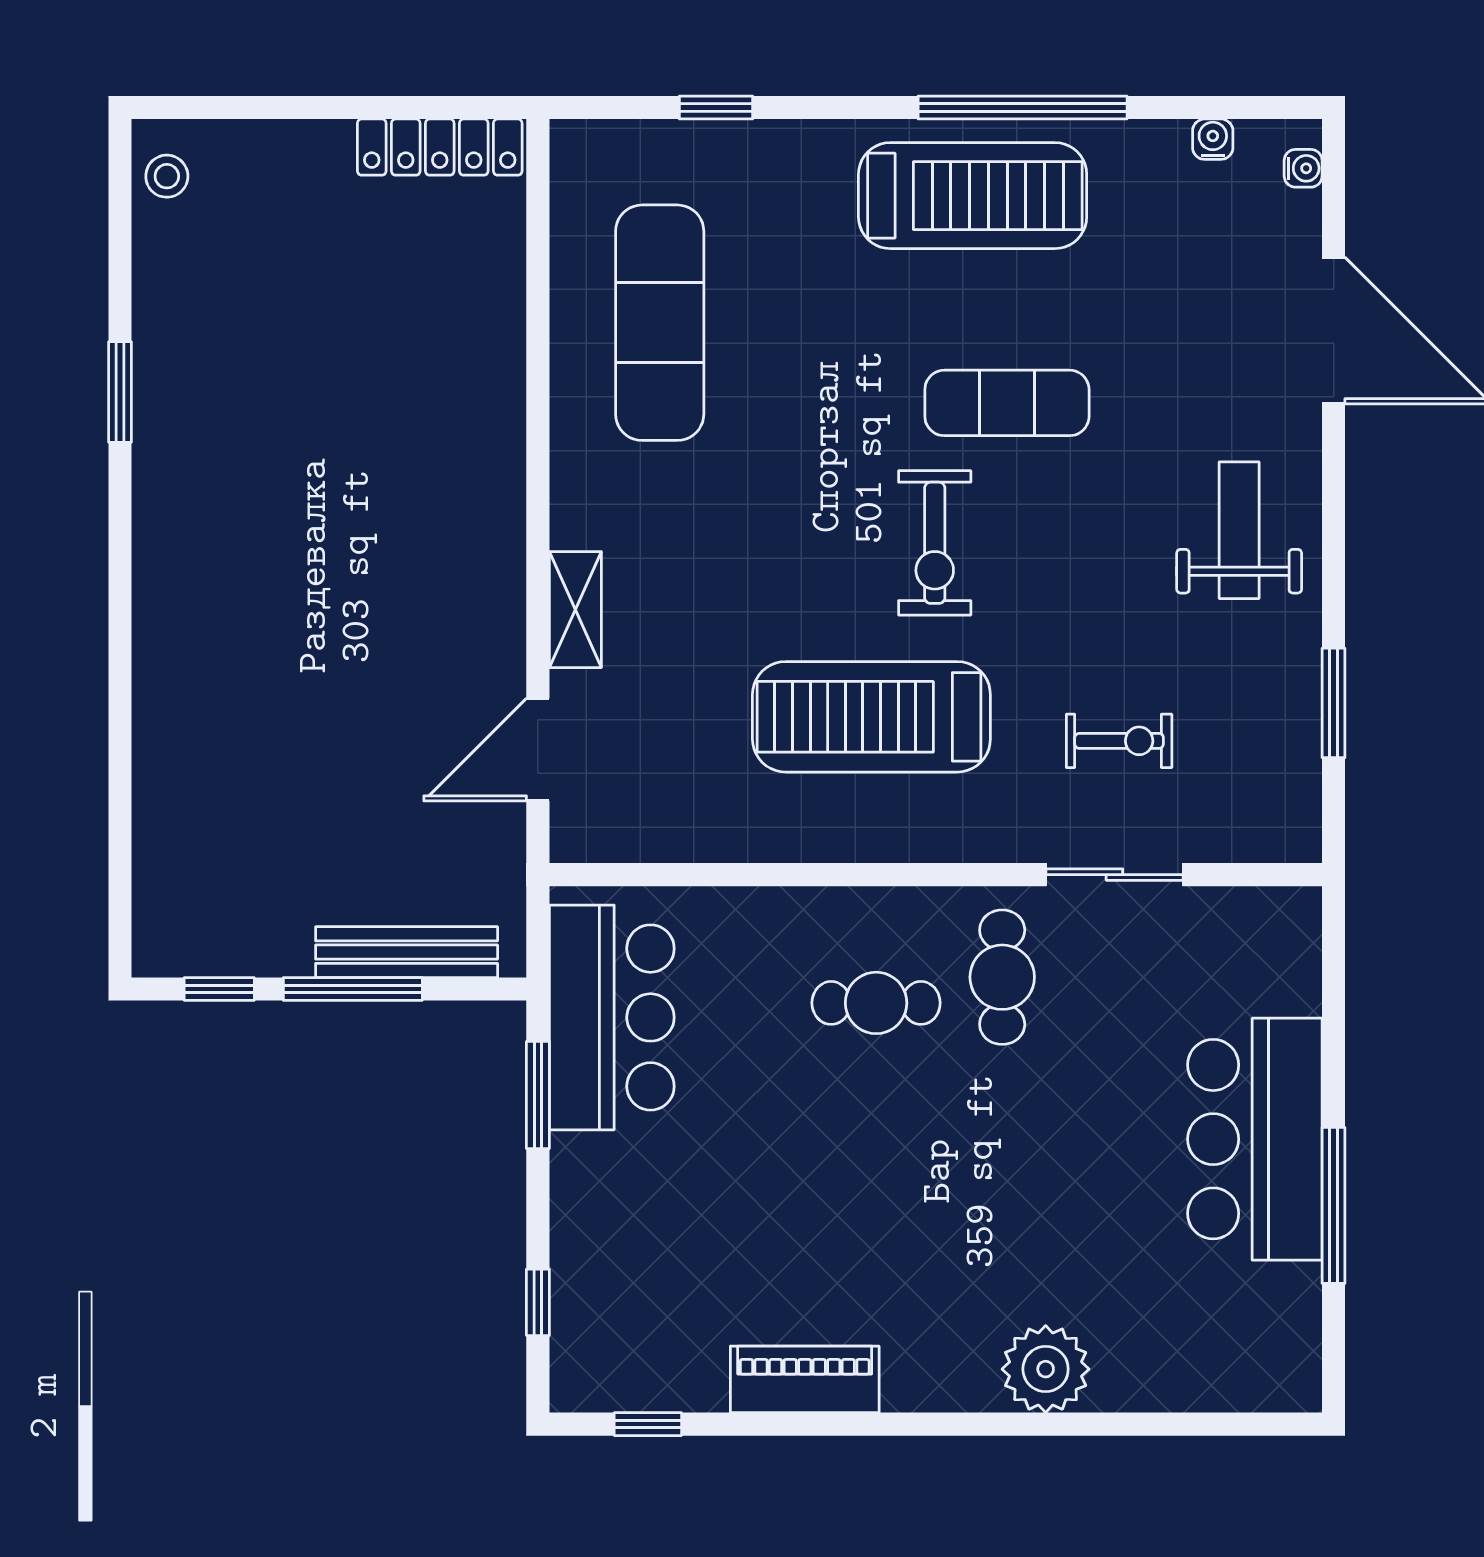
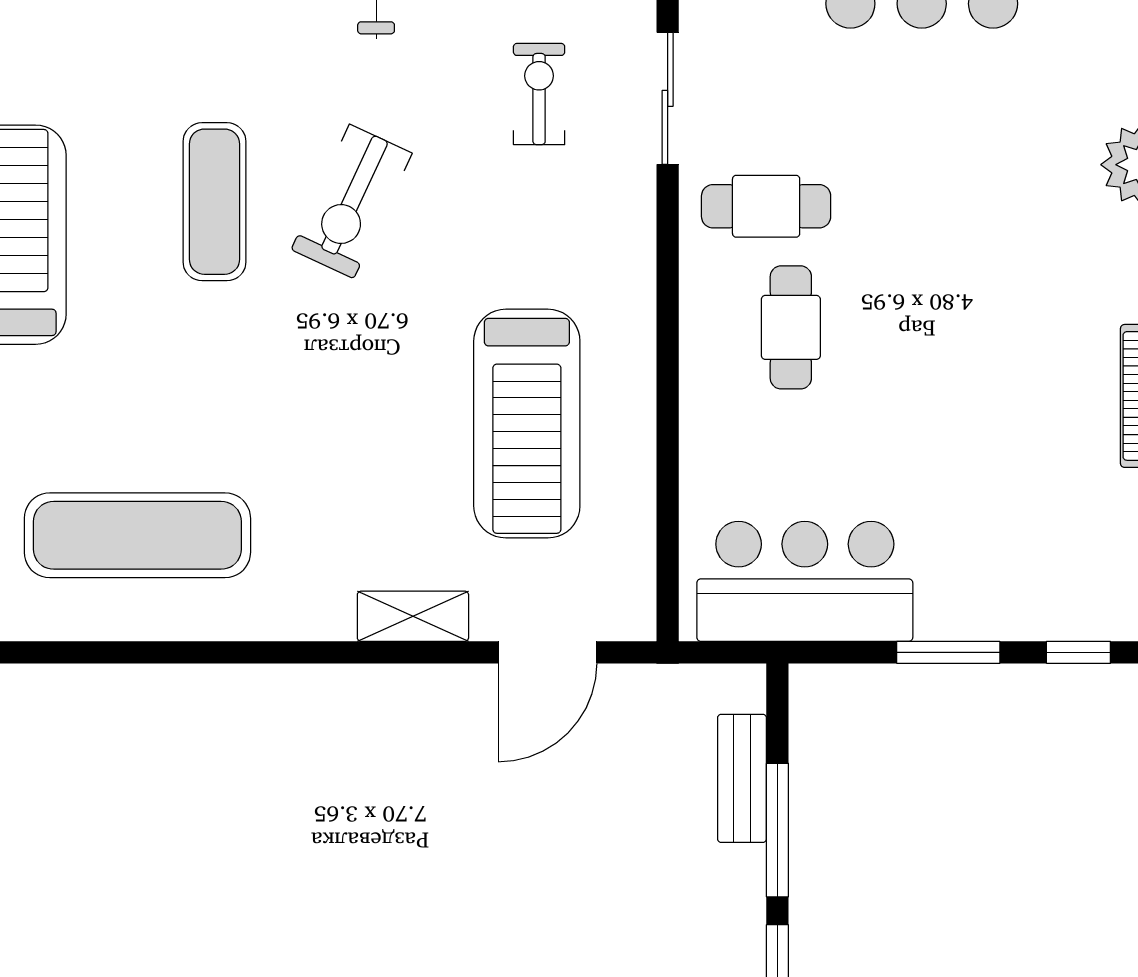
exercise bike: (935, 543) -> (352, 201), moved, turned 115
treadmill: (871, 717) -> (527, 424), moved
door: (538, 750) -> (547, 652), hinge flipped
bench: (407, 952) -> (742, 778), width x0.73
window: (538, 1095) -> (948, 652), moved

